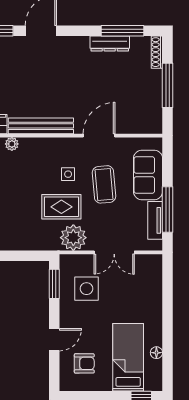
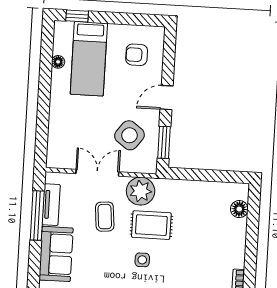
coffee table: (104, 184) -> (105, 217), moved, width x0.73, depth x0.77
side table: (86, 289) -> (129, 135), turned 37
door: (54, 340) -> (167, 98), moved

